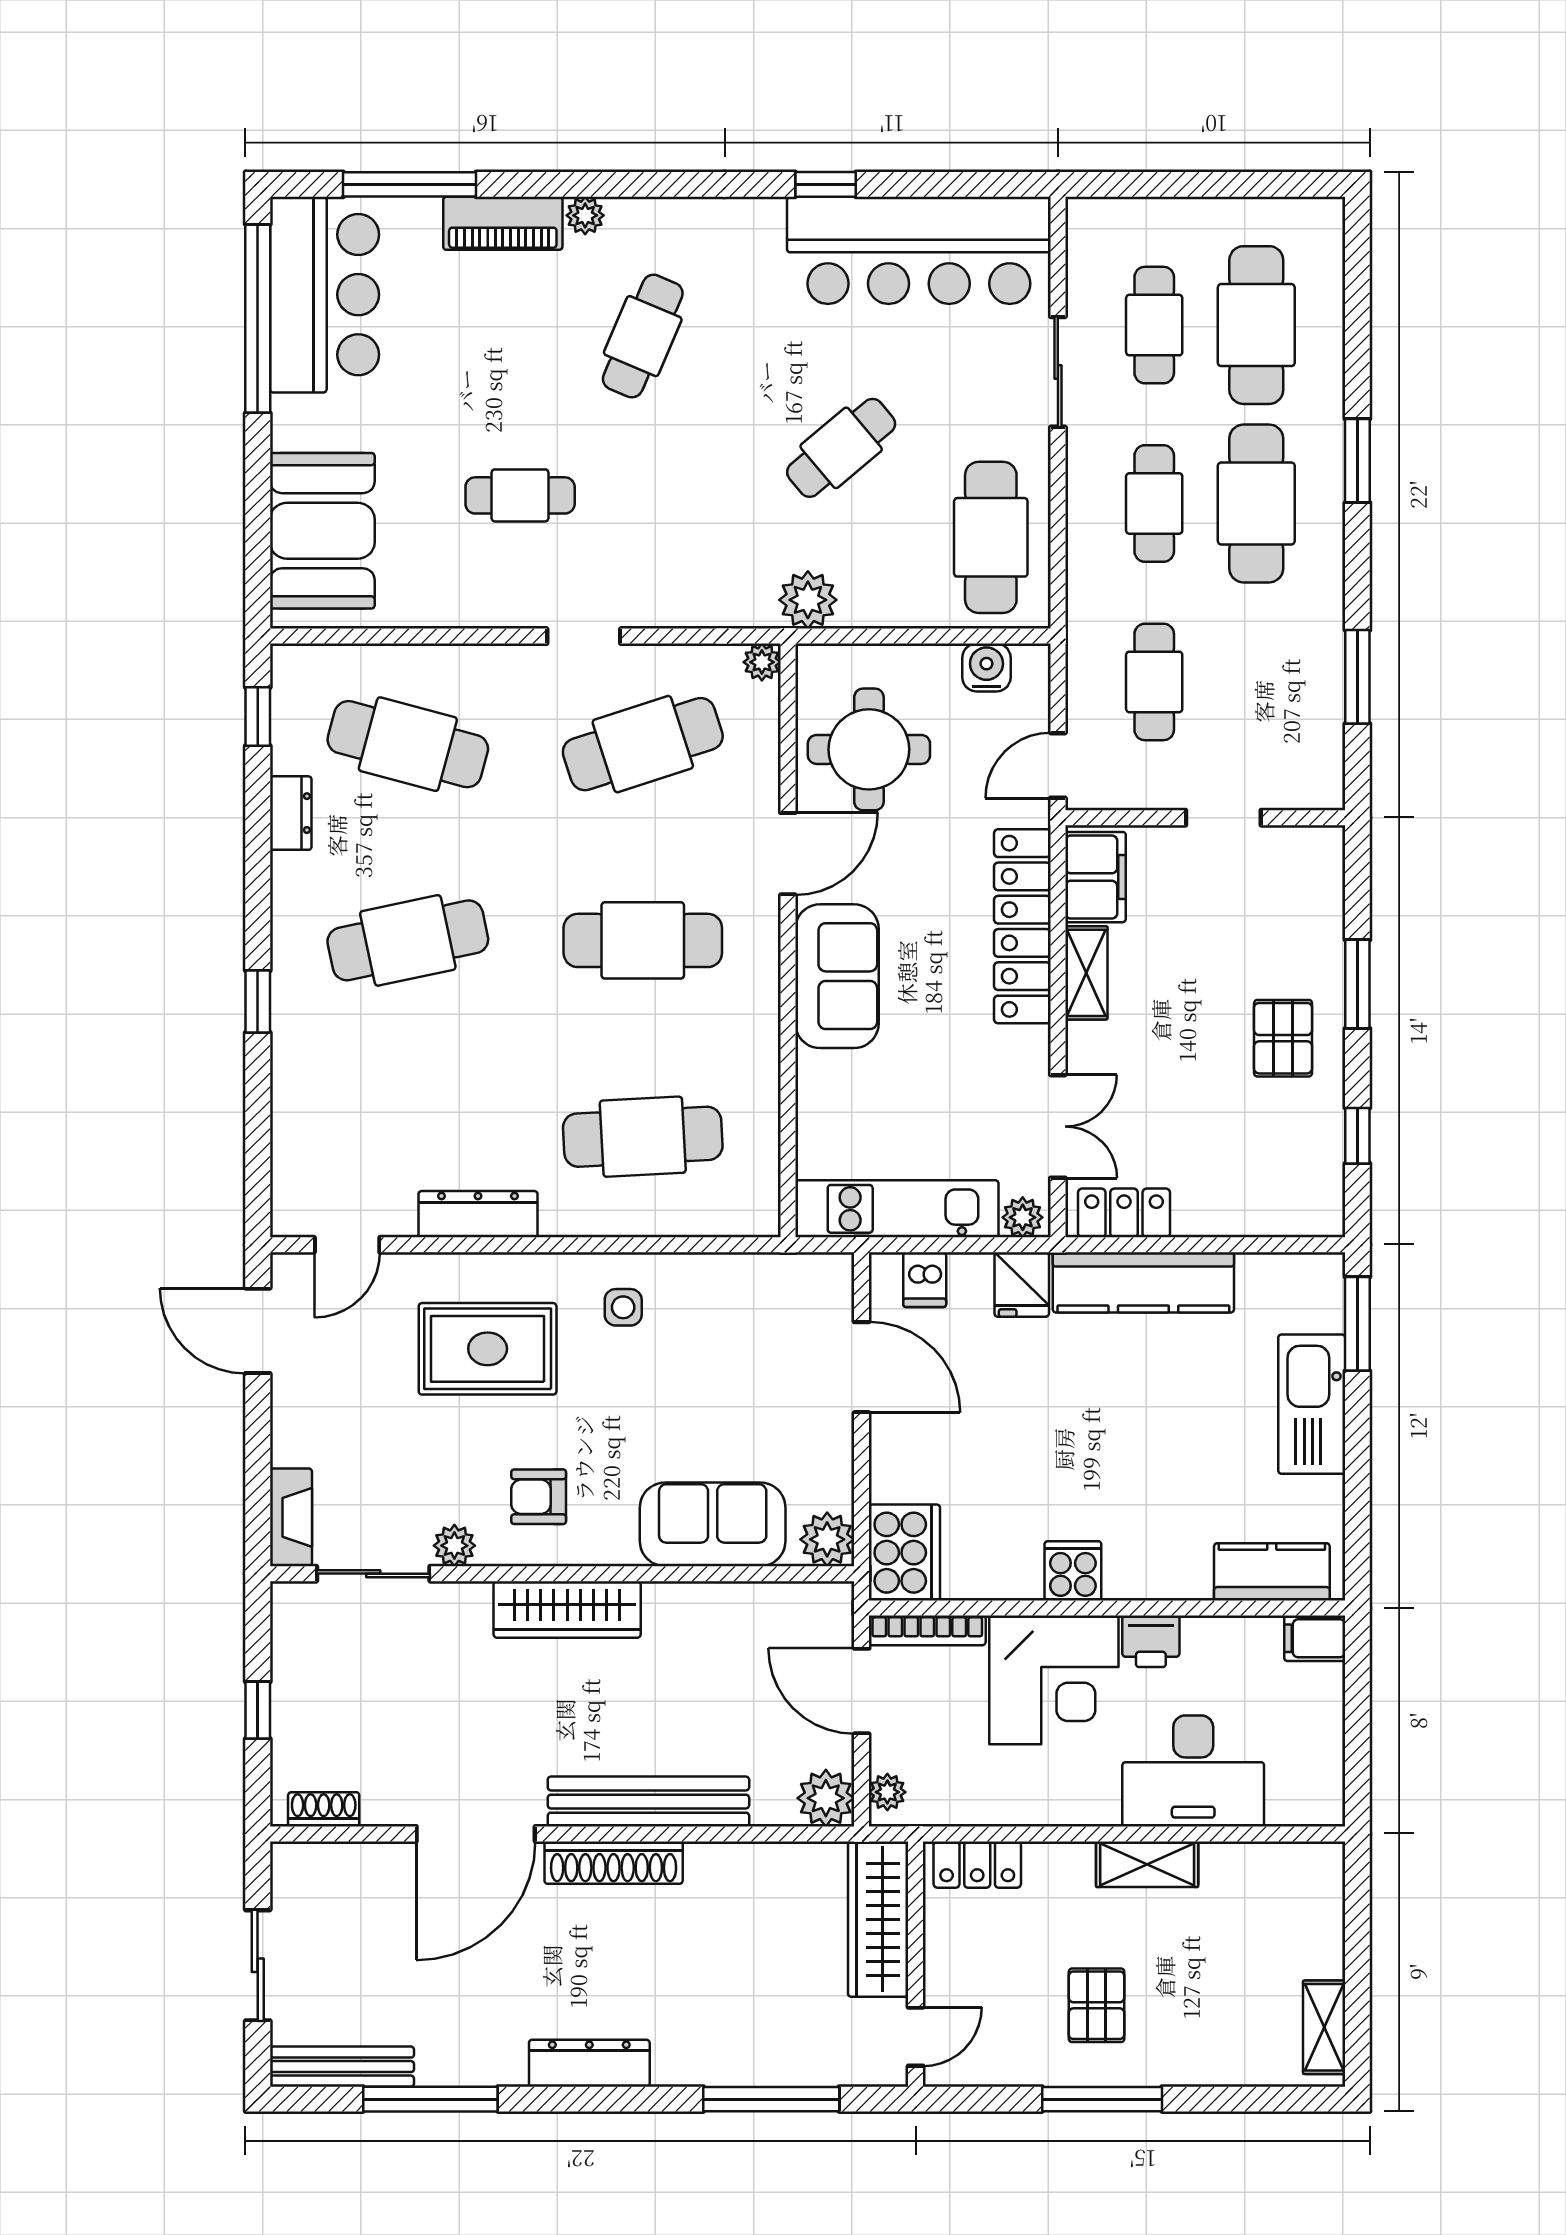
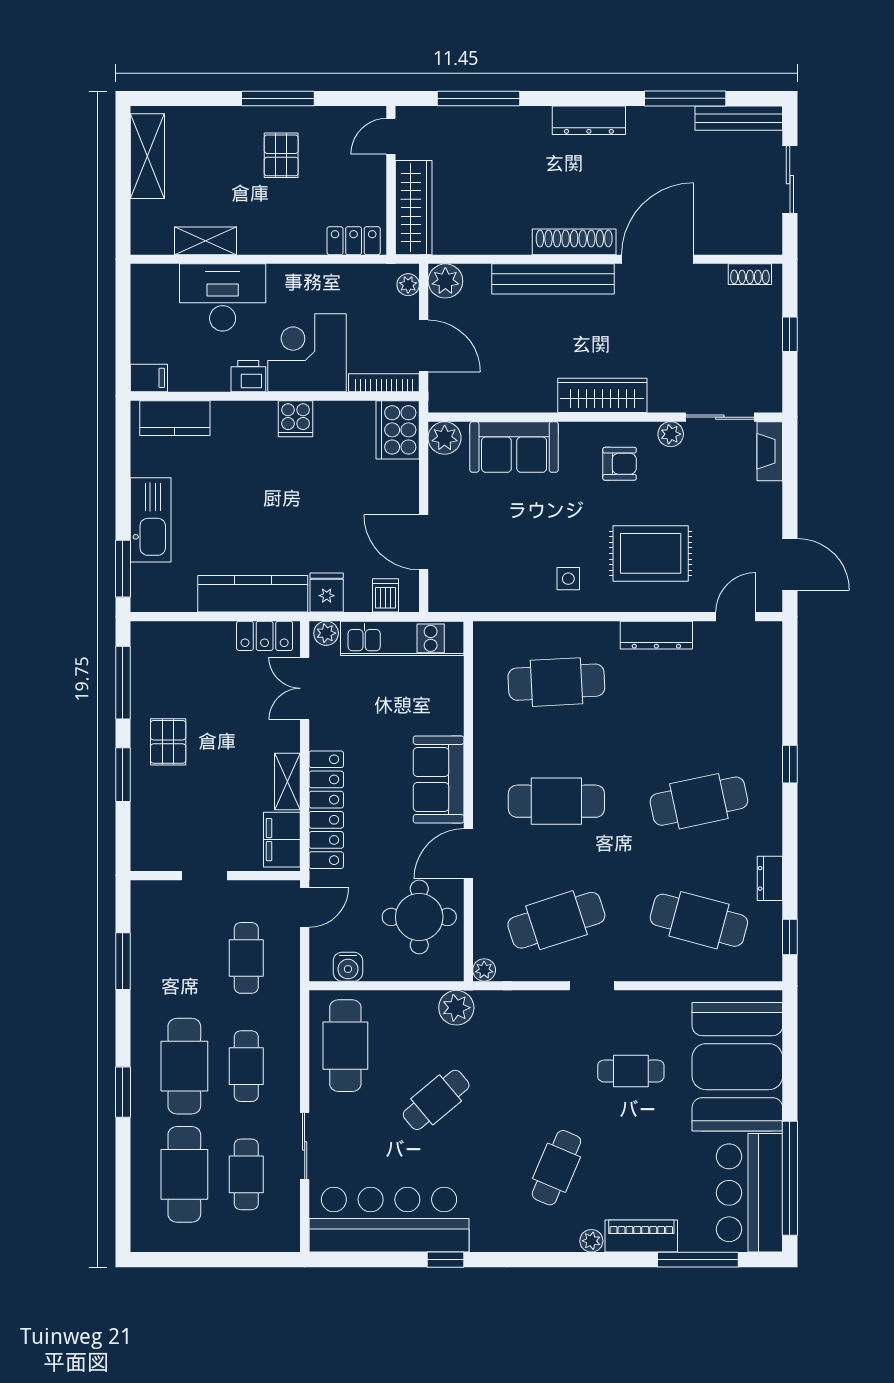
booth: (322, 531) -> (737, 1067), width x1.36, depth x1.42
window: (1357, 1136) -> (123, 683), width x2.17
shelving: (1147, 1864) -> (206, 241), moved
shelving: (1324, 2027) -> (147, 156), width x1.50, depth x1.33

